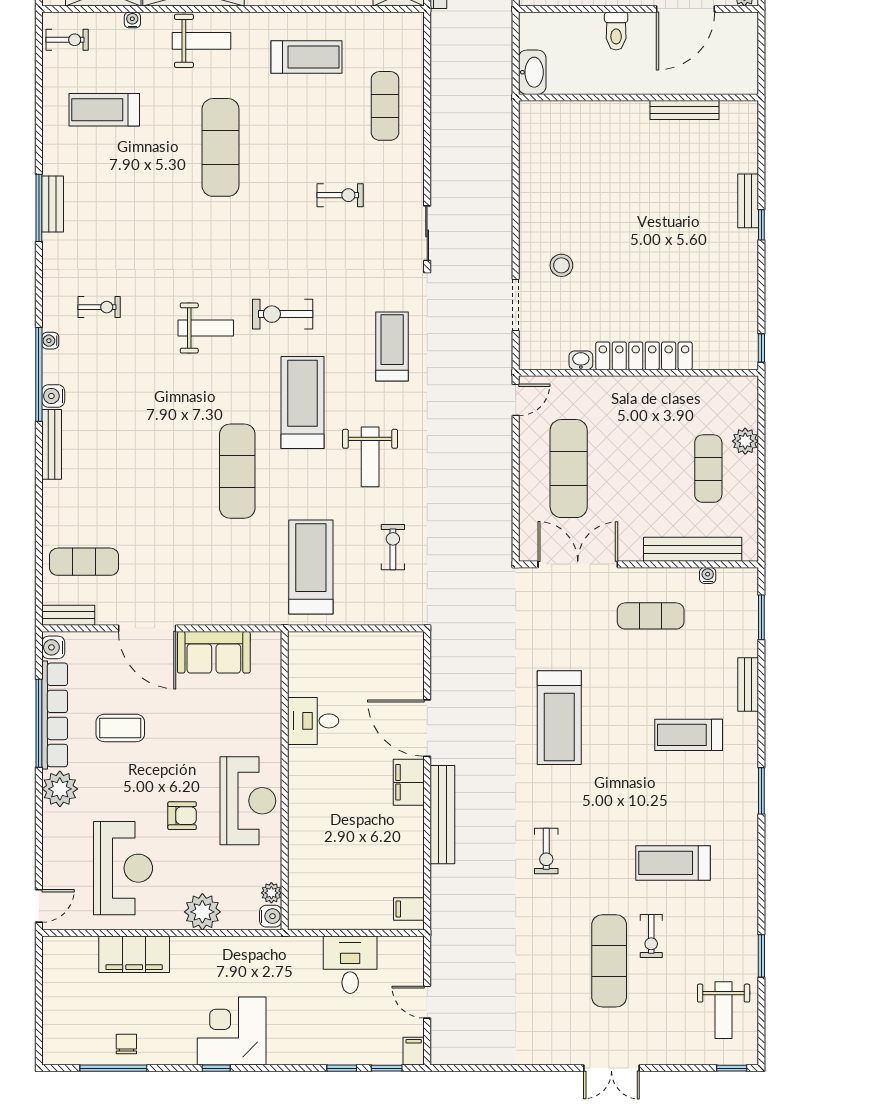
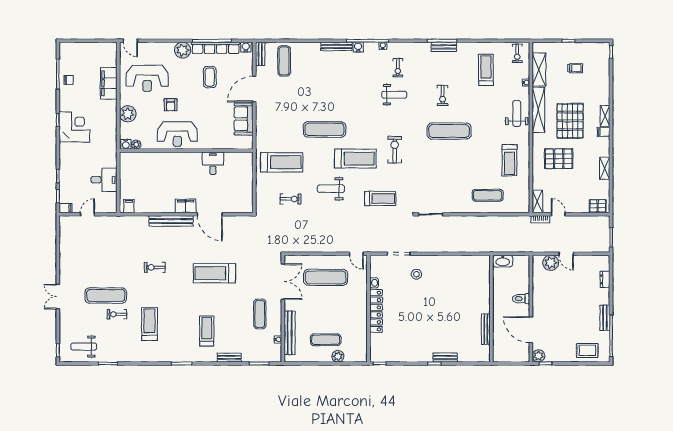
weight bench: (201, 41) -> (517, 113), turned 180
exercise mat: (220, 147) -> (449, 131), moved
exercise bike: (340, 195) -> (443, 95), moved
weight bench: (206, 328) -> (394, 95), moved, turned -90
door: (427, 728) -> (210, 214), swing flipped

